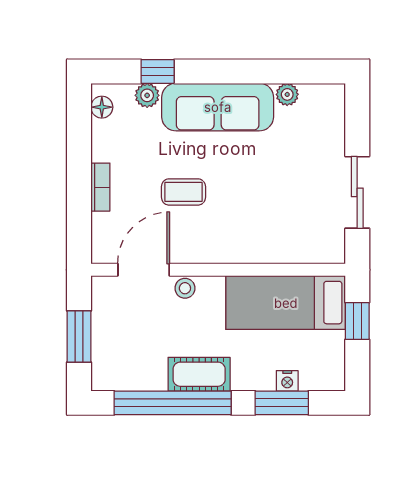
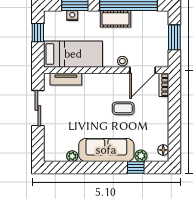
bookcase: (100, 187) -> (164, 85), moved
tv unit: (300, 252) -> (66, 79), added
window: (357, 321) -> (38, 33), moved

